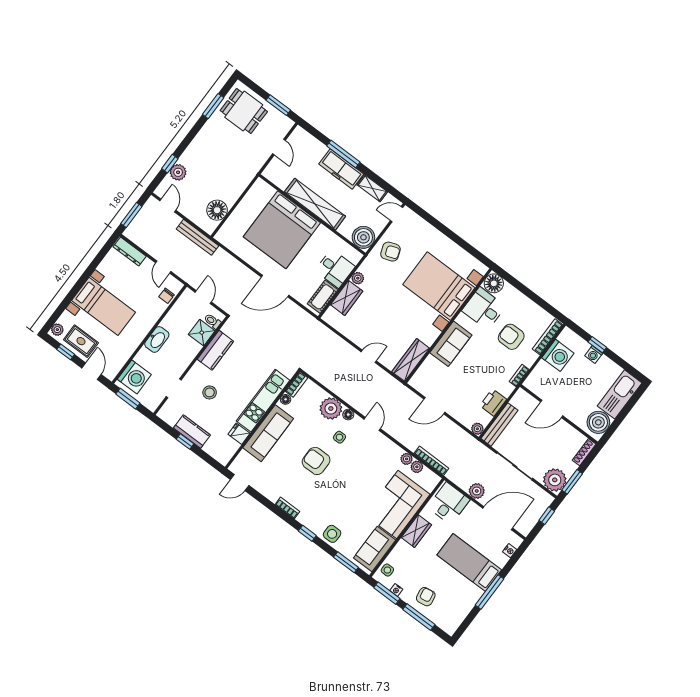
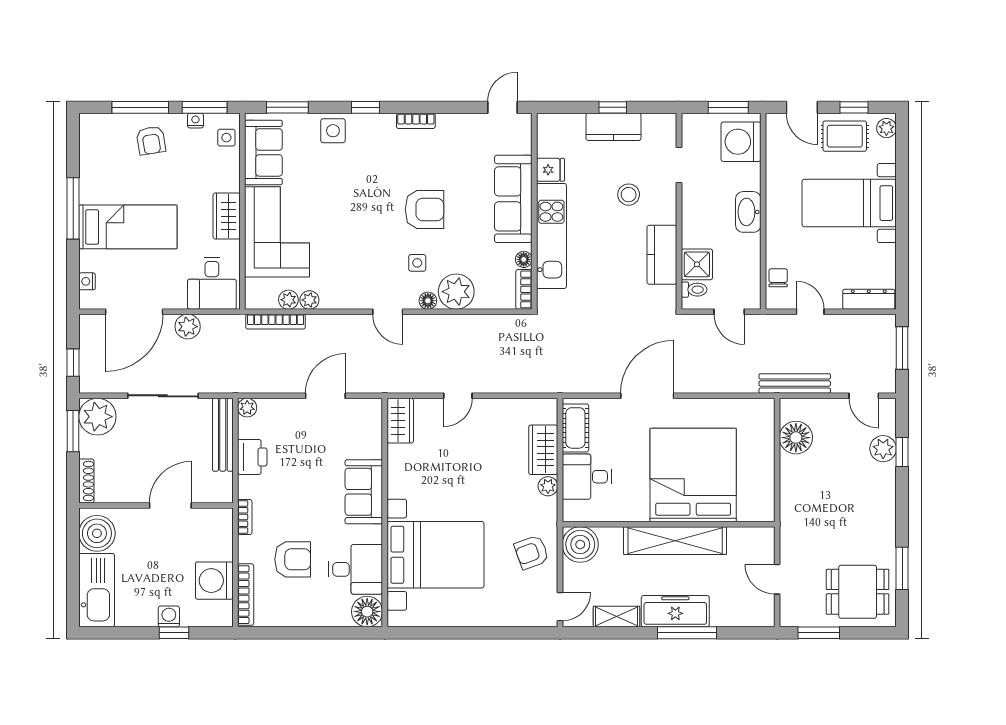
wardrobe: (411, 360) -> (400, 421), width x0.67

